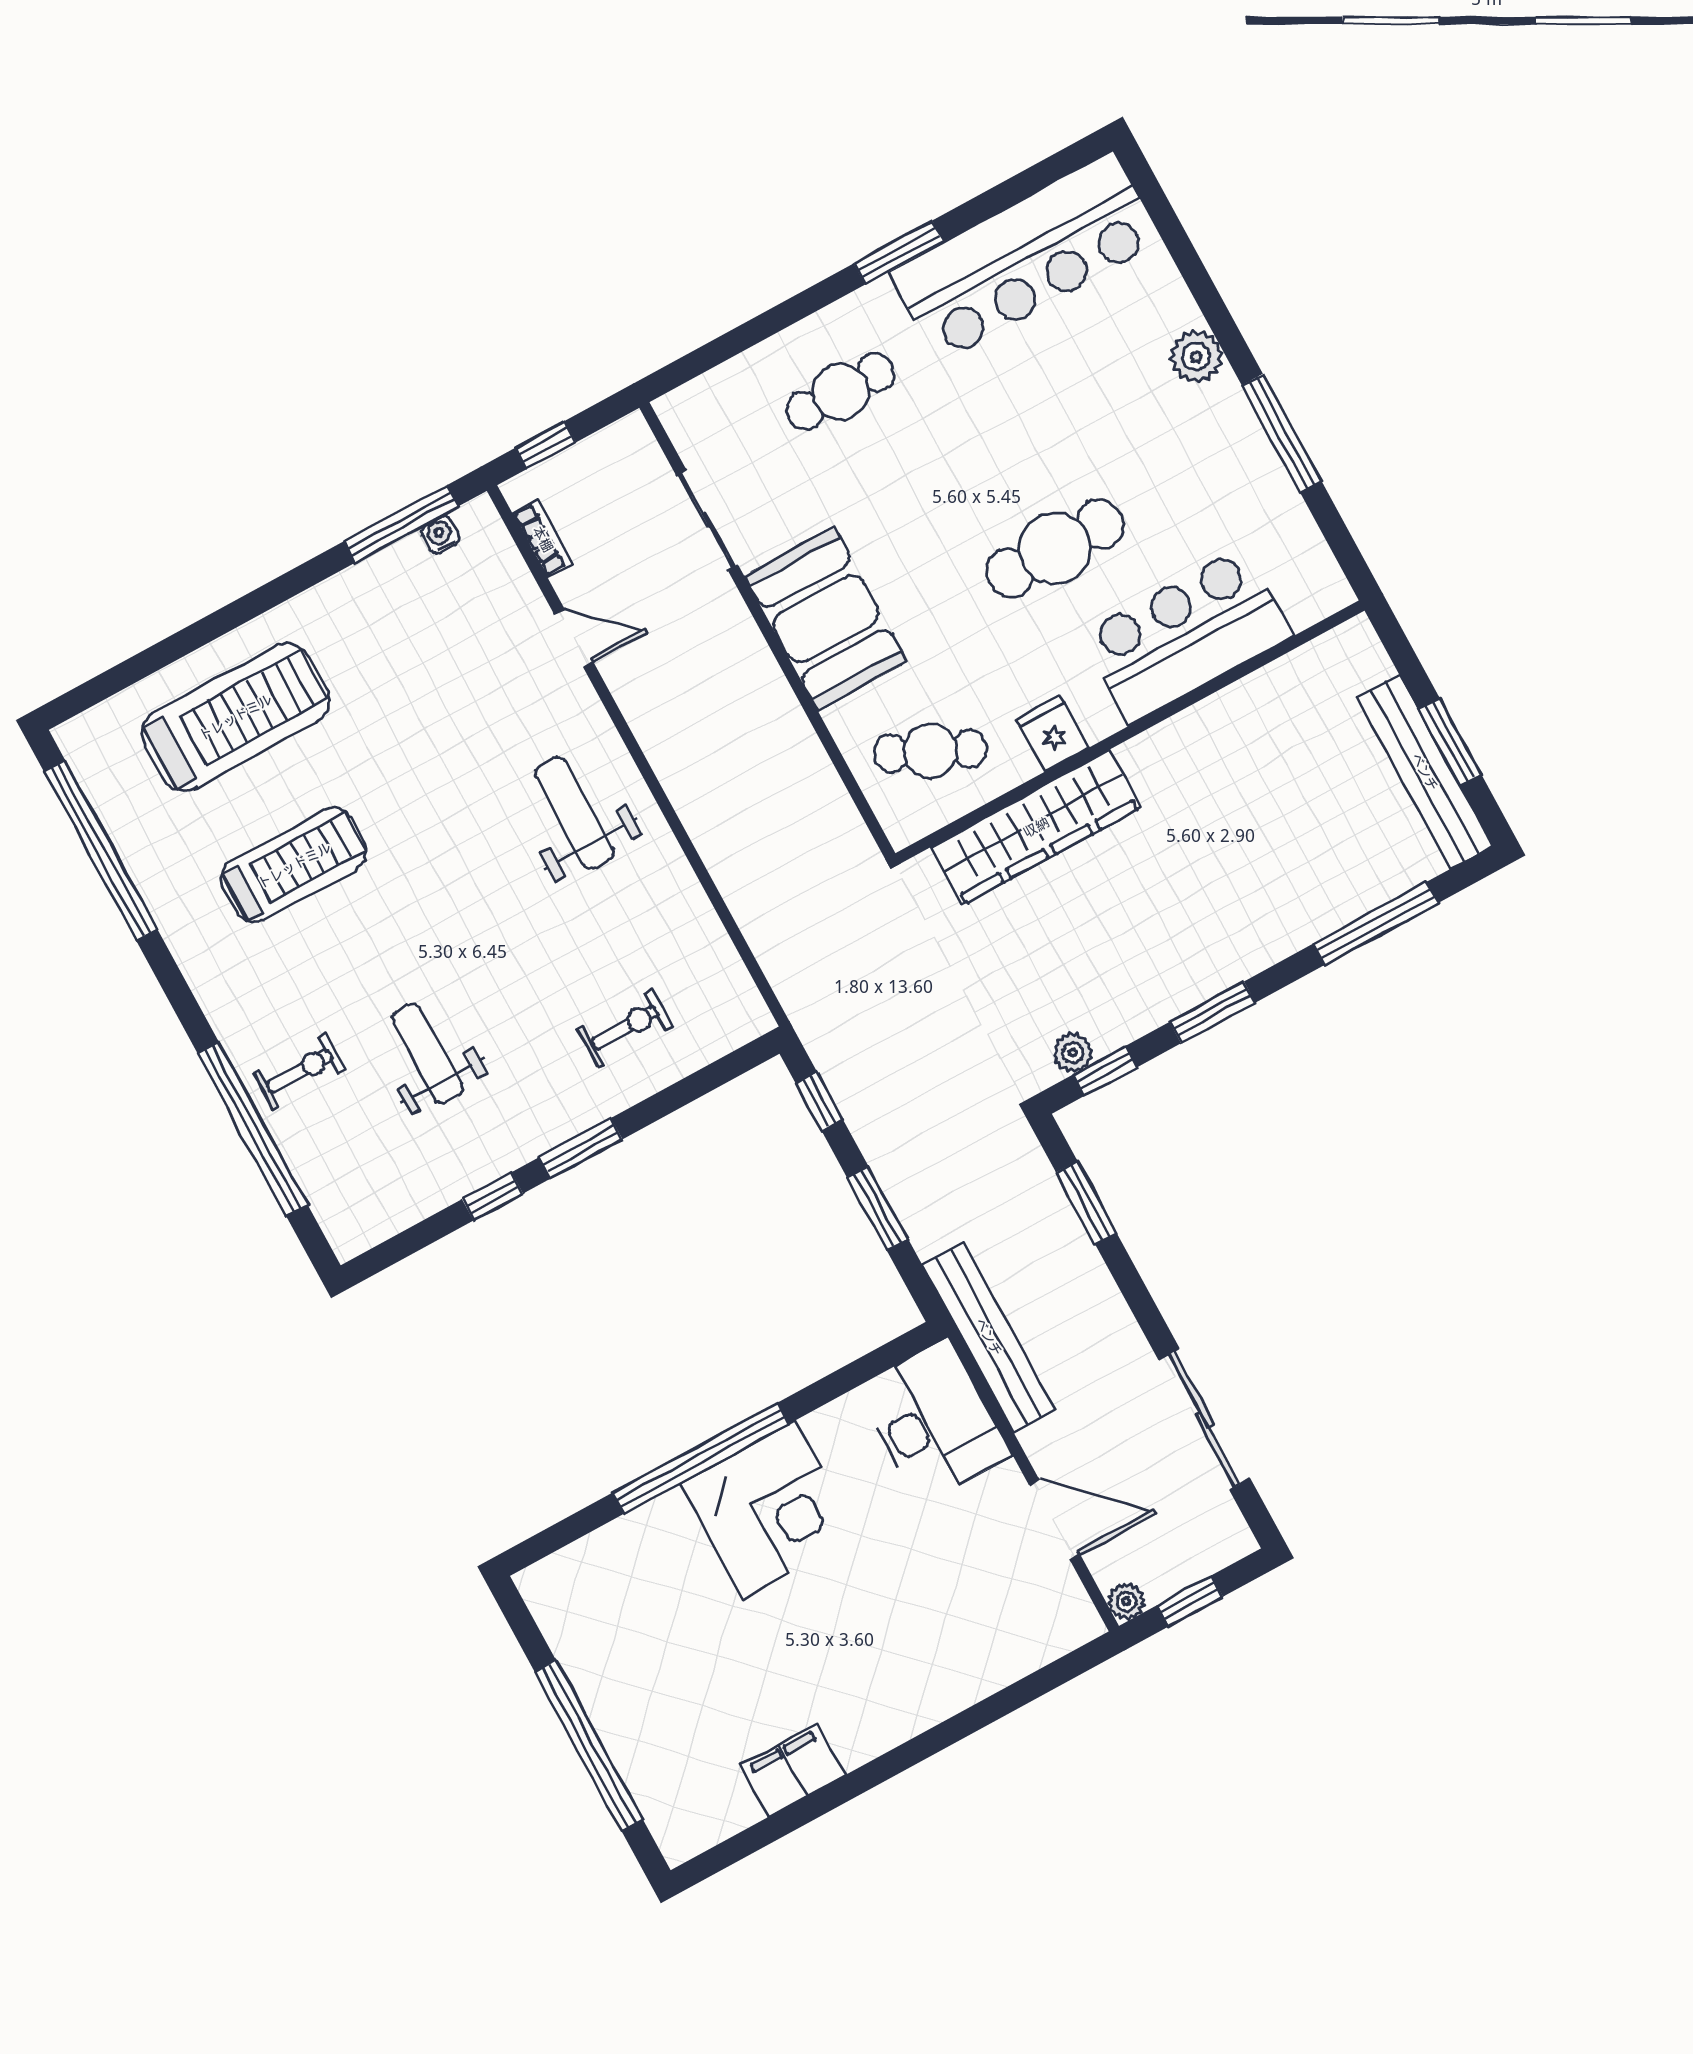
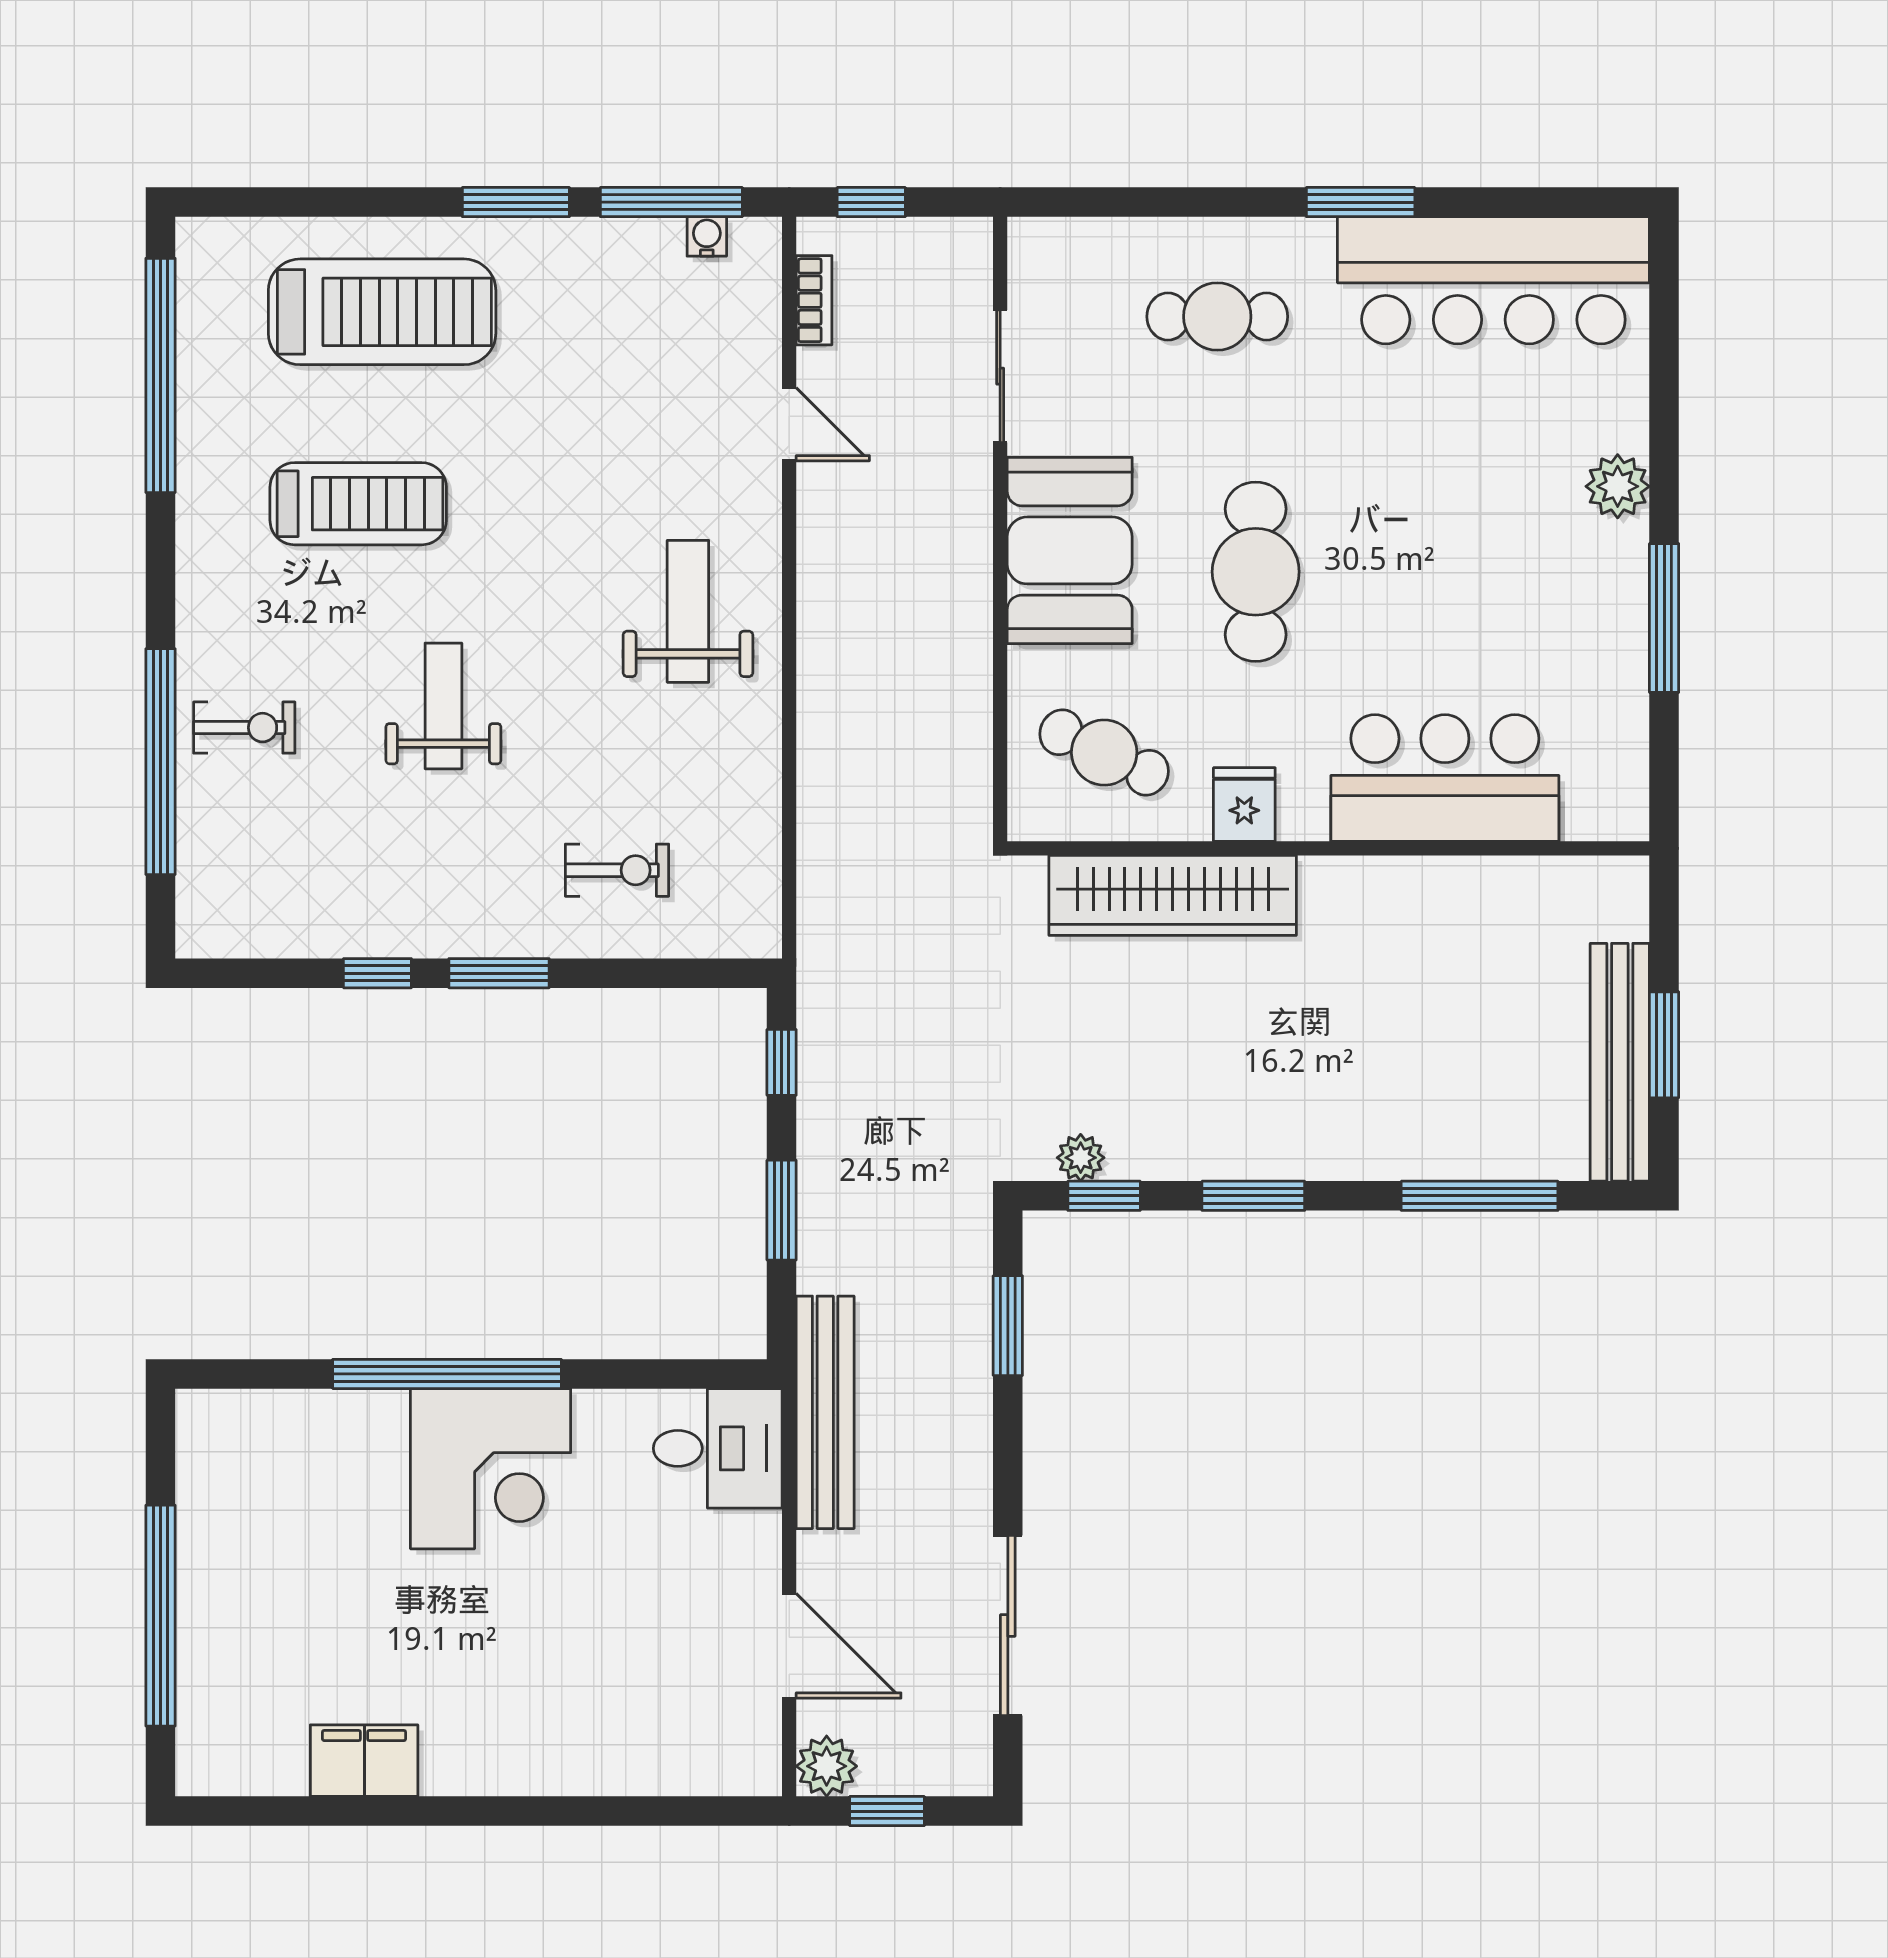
cafe table: (1055, 548) -> (1256, 572), moved, turned 90
window: (289, 585) -> (516, 202), added
weight bench: (427, 1054) -> (443, 706), moved
desk: (934, 1422) -> (718, 1448), width x0.73
plant: (1126, 1601) -> (827, 1766), width x1.38, depth x1.38

